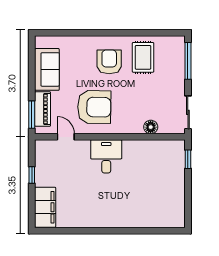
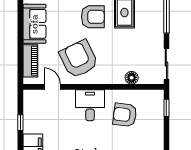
armchair: (109, 62) -> (93, 17), turned 90
armchair: (94, 107) -> (79, 59), turned -117
window: (32, 115) -> (20, 66), removed
armchair: (144, 167) -> (125, 115), added

